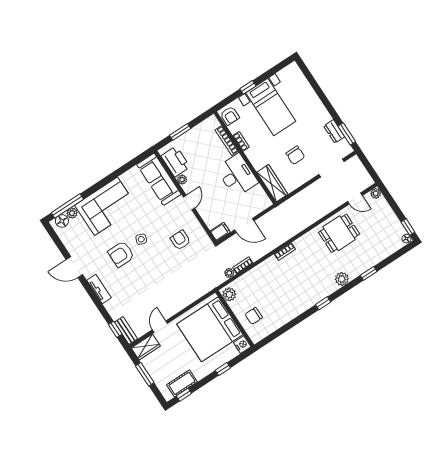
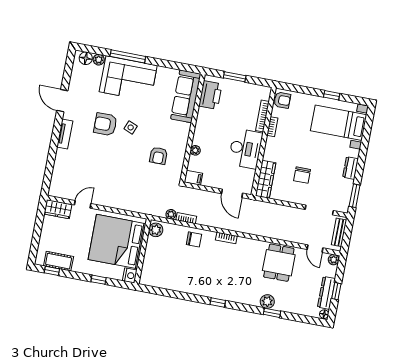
window: (248, 87) -> (332, 95), moved
bed with nightstands: (271, 107) -> (339, 123), moved, turned 90
armchair: (230, 116) -> (282, 100), turned -90
dresser: (334, 131) -> (350, 168), moved
plant: (182, 180) -> (195, 150), moved
door: (189, 203) -> (191, 134), removed
window: (67, 206) -> (128, 56), moved
dresser: (393, 222) -> (326, 293), added
door: (244, 225) -> (232, 193), moved
window: (408, 227) -> (336, 291), moved
dining table: (339, 233) -> (279, 263), turned 90
armchair: (180, 240) -> (159, 156), turned 180
plant: (342, 279) -> (267, 302), moved
chair: (254, 316) -> (194, 239), moved, turned 180
window: (115, 329) -> (48, 175), removed
bench: (126, 330) -> (339, 232), moved
window: (145, 374) -> (38, 228), removed

